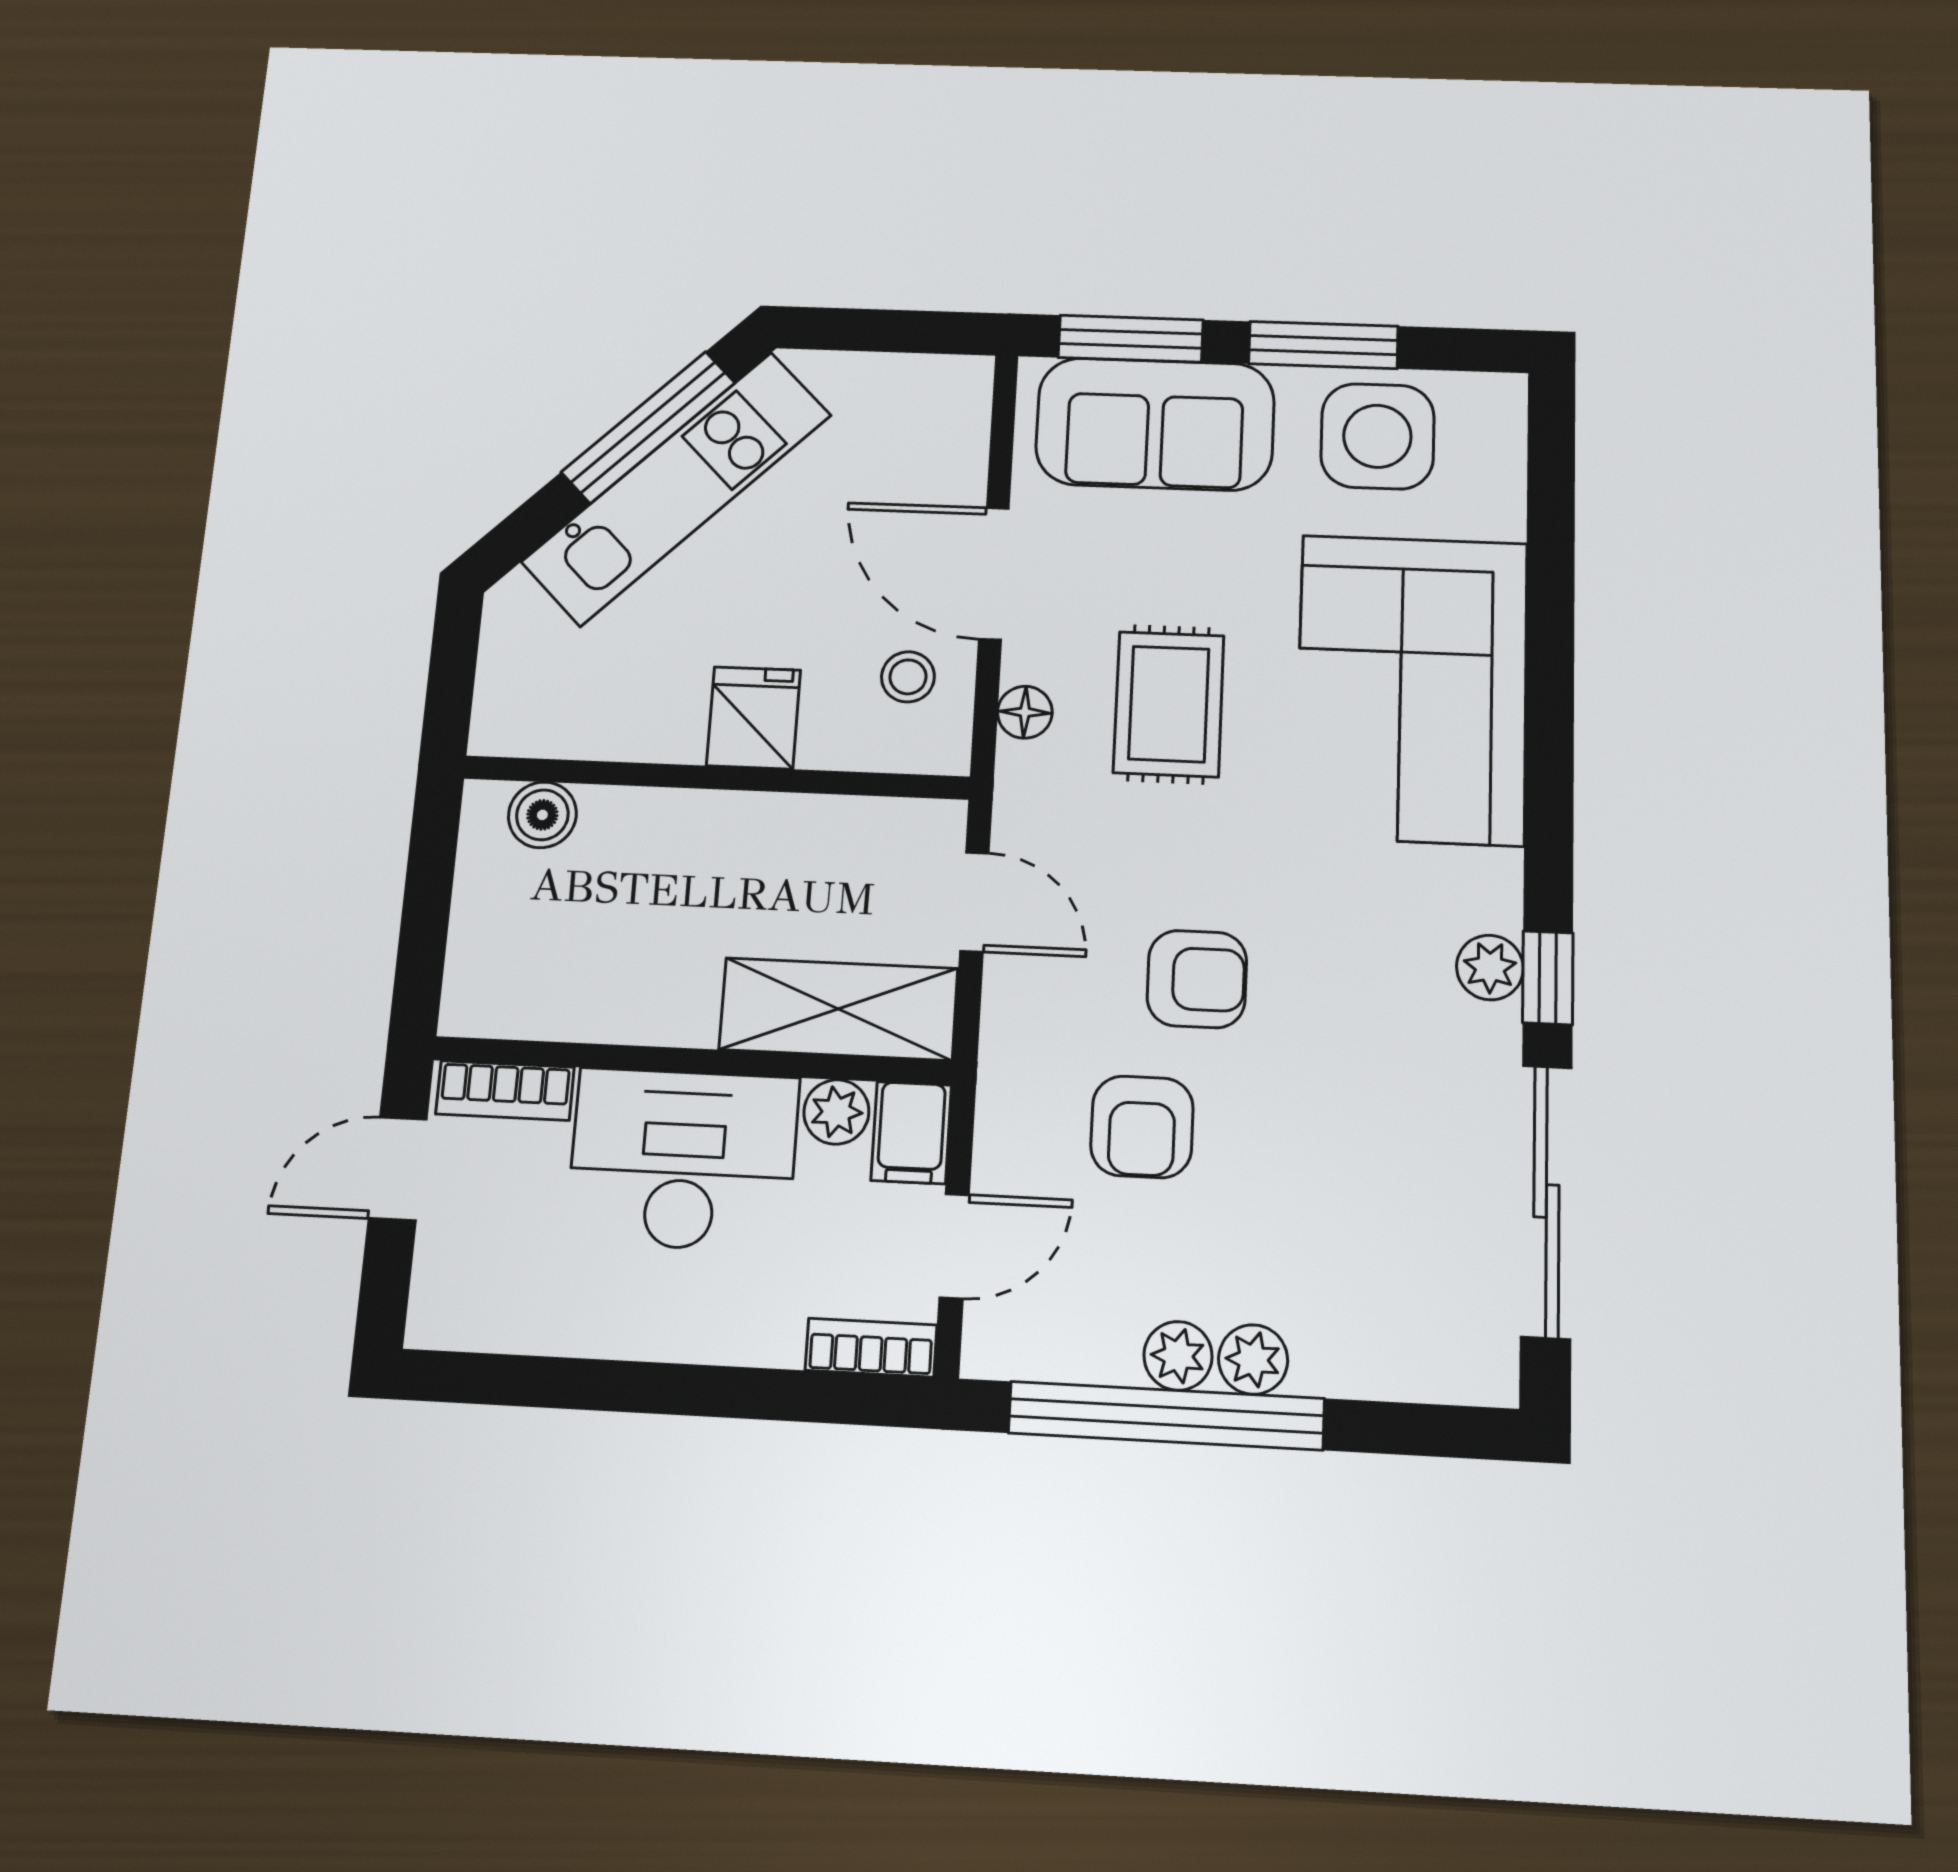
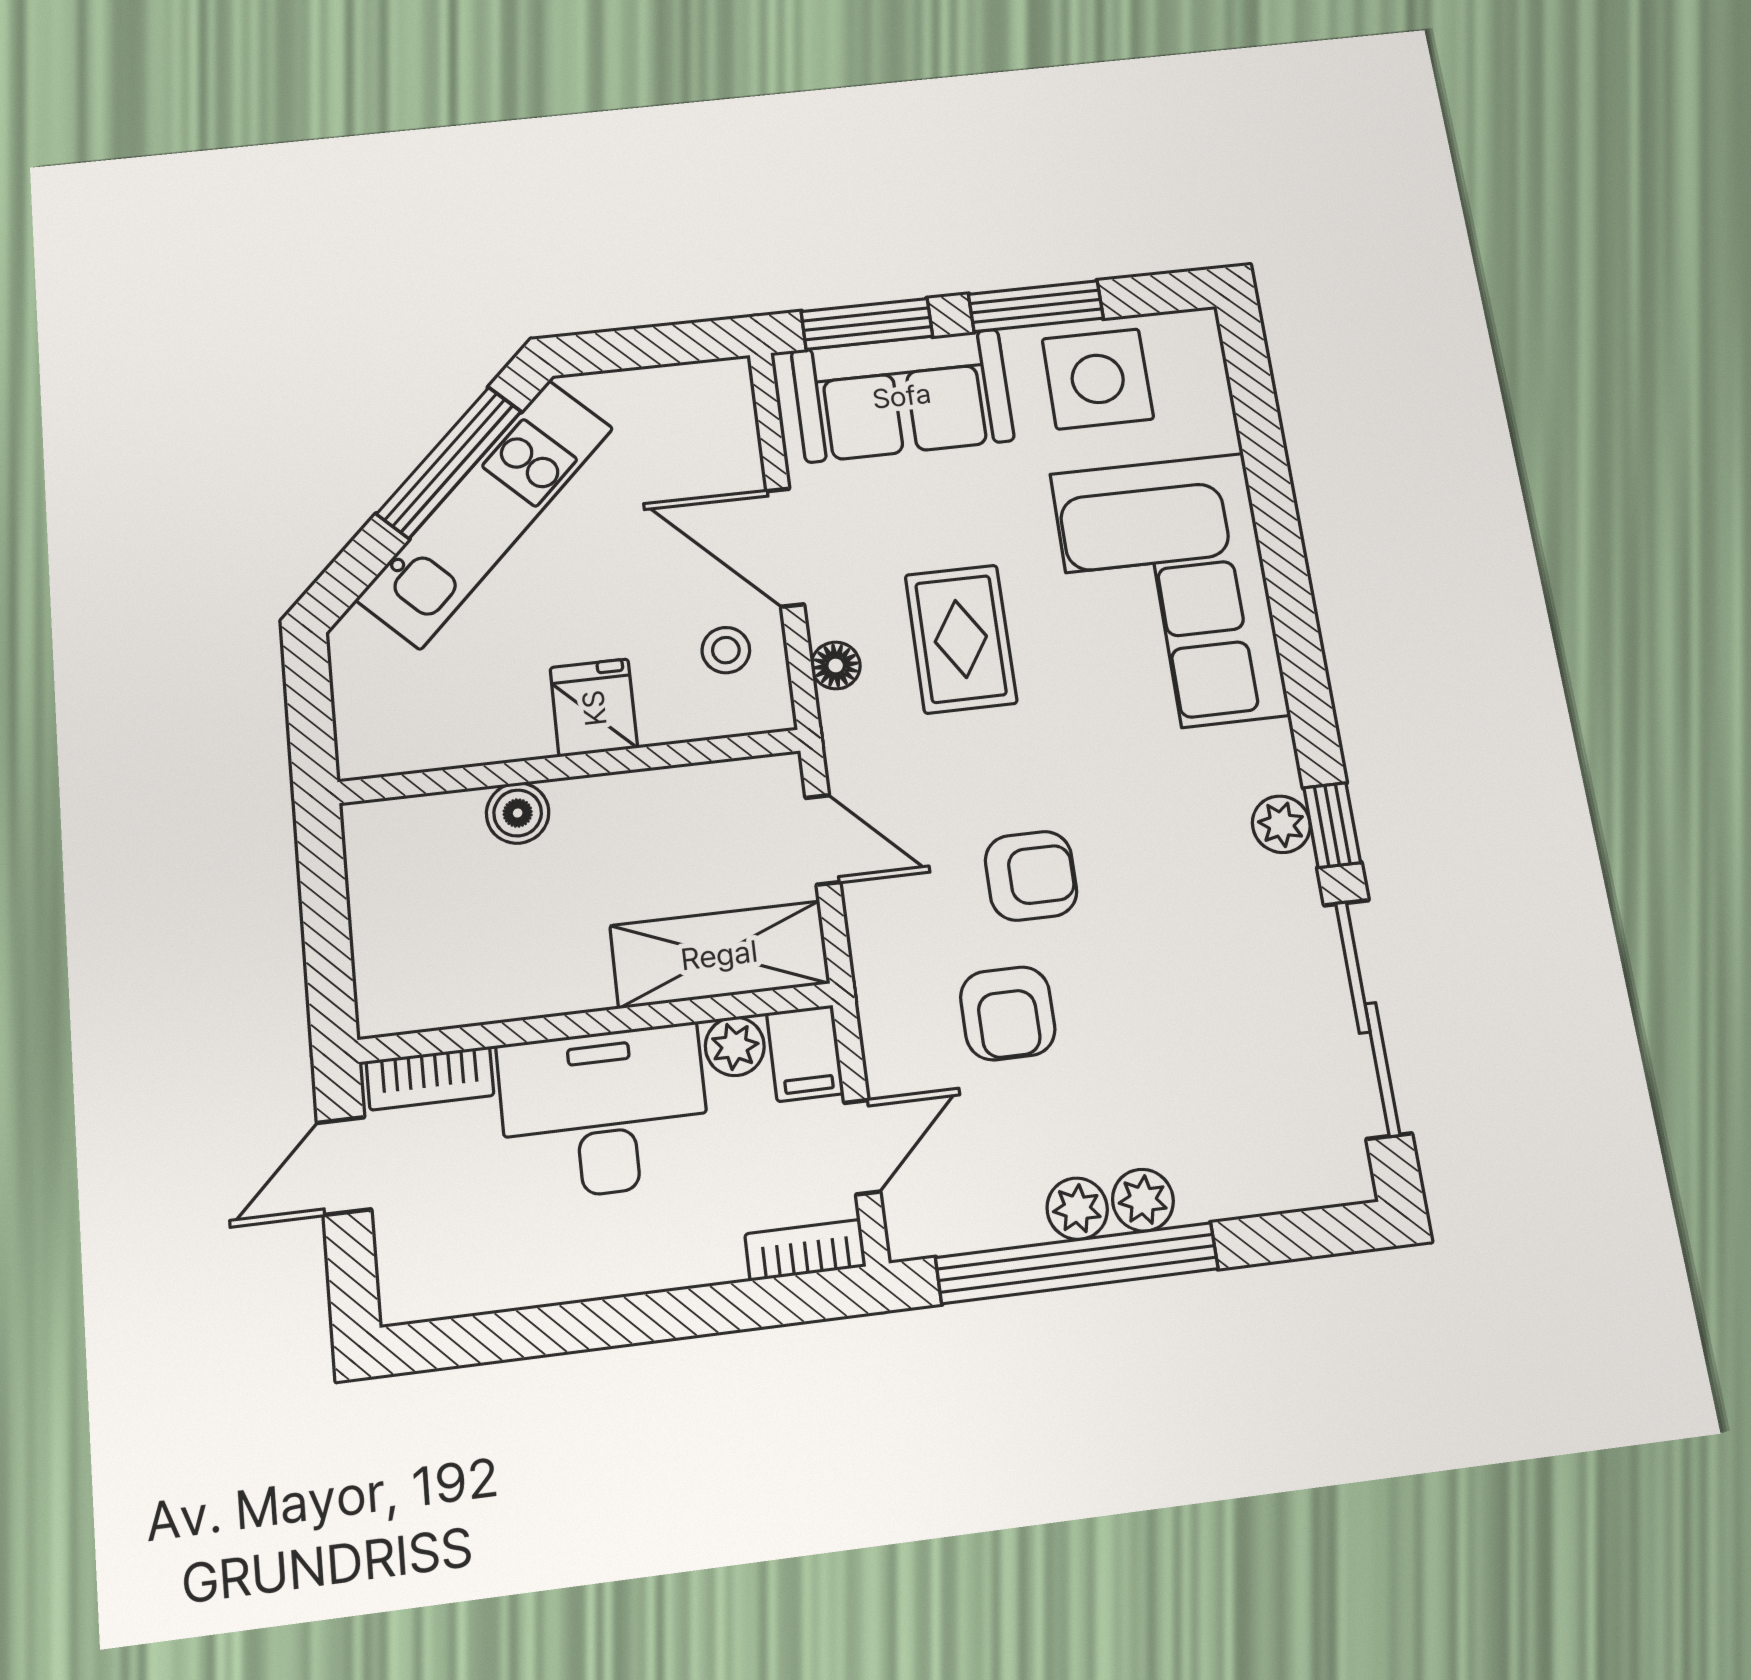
boiler: (542, 815) -> (518, 813), moved

